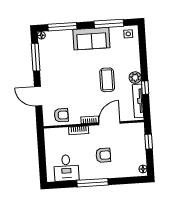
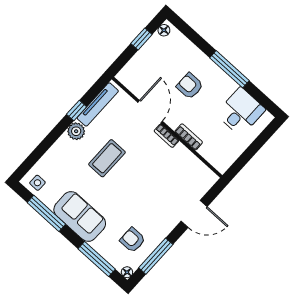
door: (38, 96) -> (194, 214), hinge flipped
armchair: (61, 115) -> (133, 240), moved
door: (109, 123) -> (150, 112), swing flipped
window: (149, 142) -> (141, 39), moved

